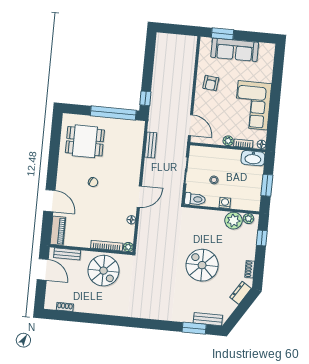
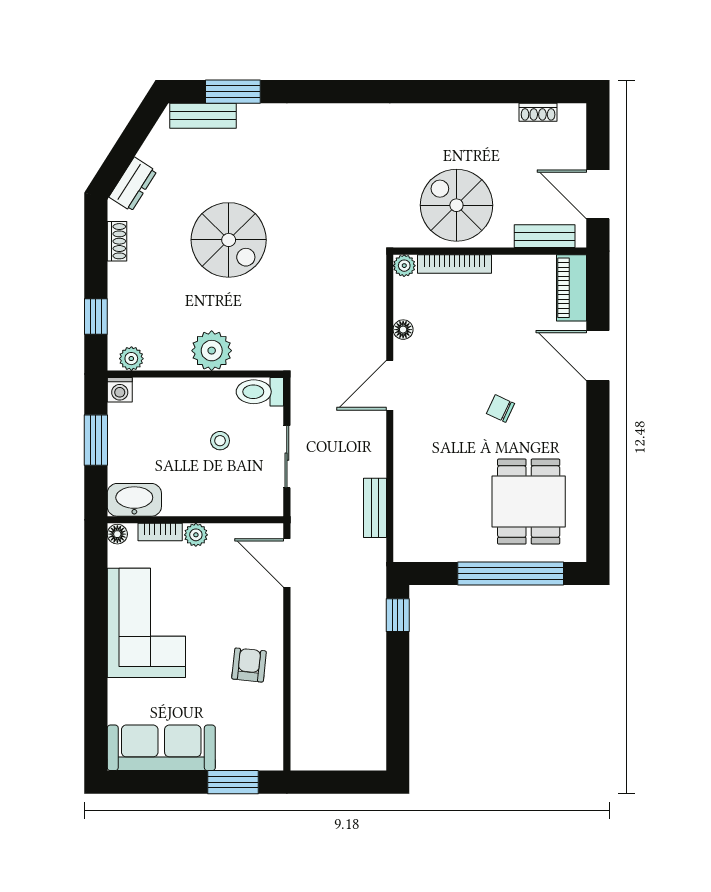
sofa: (235, 50) -> (161, 748), moved
window: (113, 113) -> (511, 574), moved
dining table: (85, 141) -> (529, 502), turned 90
washing machine: (225, 203) -> (120, 390), moved
plant: (233, 221) -> (212, 351), moved

